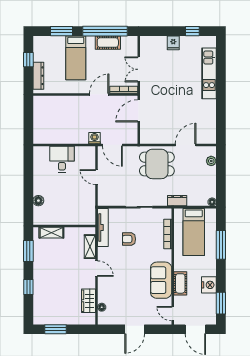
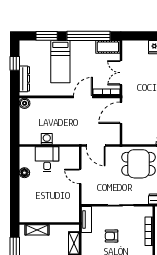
cot: (108, 43) -> (108, 47), moved
boiler: (39, 101) -> (25, 103), added
washing machine: (95, 138) -> (47, 139), moved
floor lamp: (38, 201) -> (24, 173), moved
tv unit: (103, 228) -> (86, 220), width x0.71

